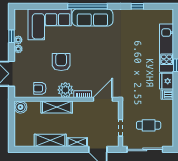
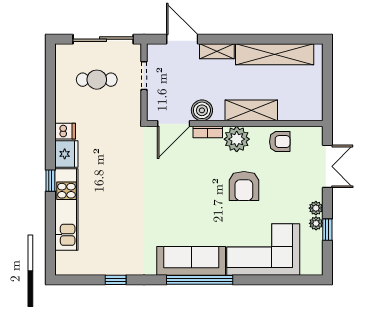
boiler: (20, 107) -> (202, 110), moved
shelving: (50, 140) -> (275, 54), width x1.47

